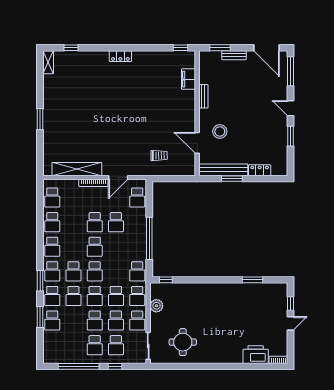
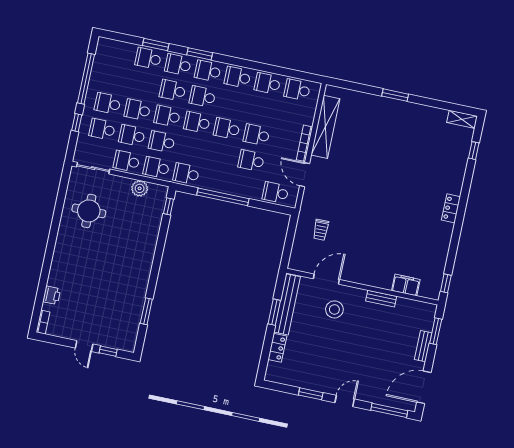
printer: (256, 355) -> (52, 295), width x0.53, depth x0.68

